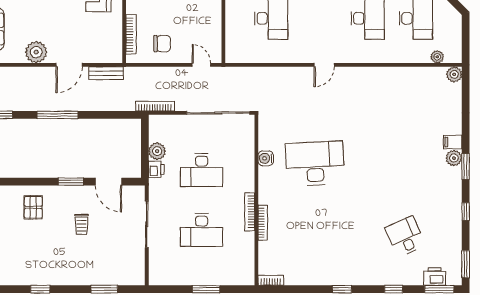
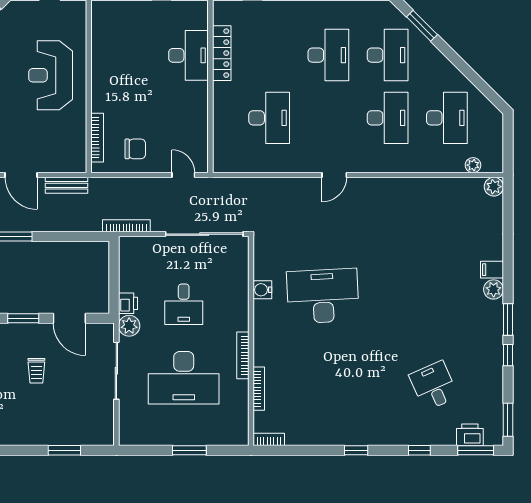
door: (69, 65) -> (21, 175), hinge flipped
plant: (157, 151) -> (129, 326), moved
window: (466, 166) -> (508, 319), moved
desk: (202, 170) -> (184, 304), width x0.73
bookcase: (263, 223) -> (259, 389), moved
desk: (202, 230) -> (184, 378), width x1.36, depth x1.30

